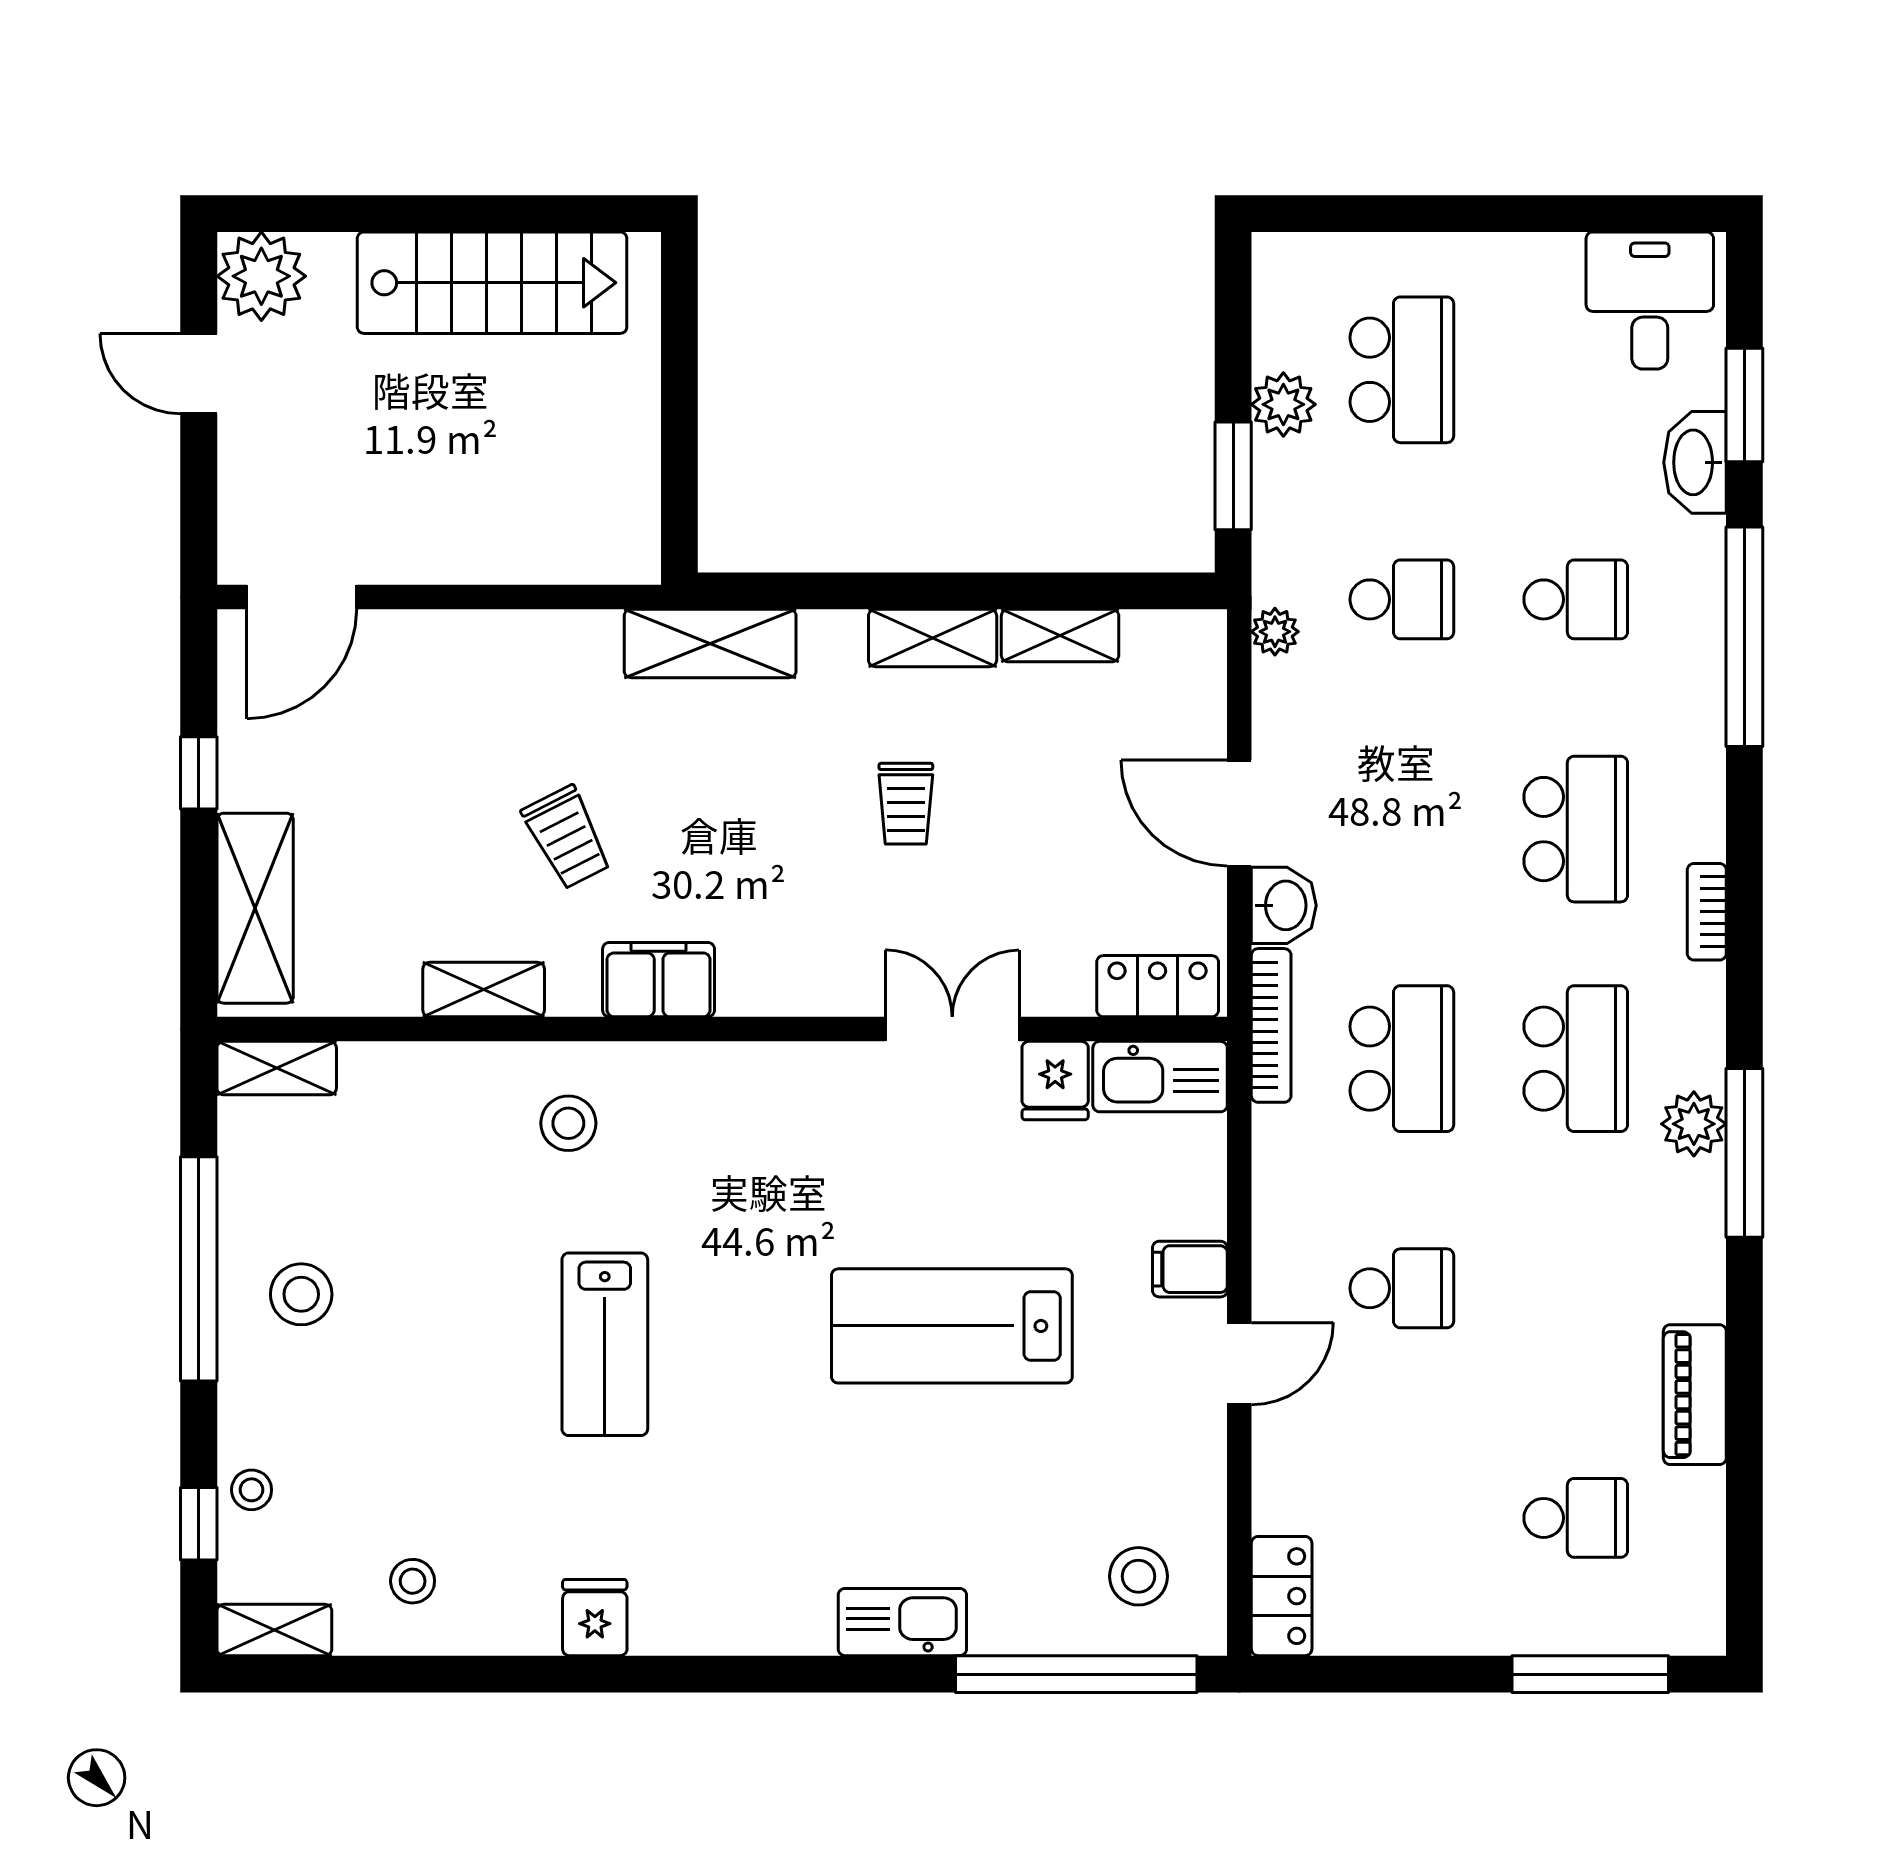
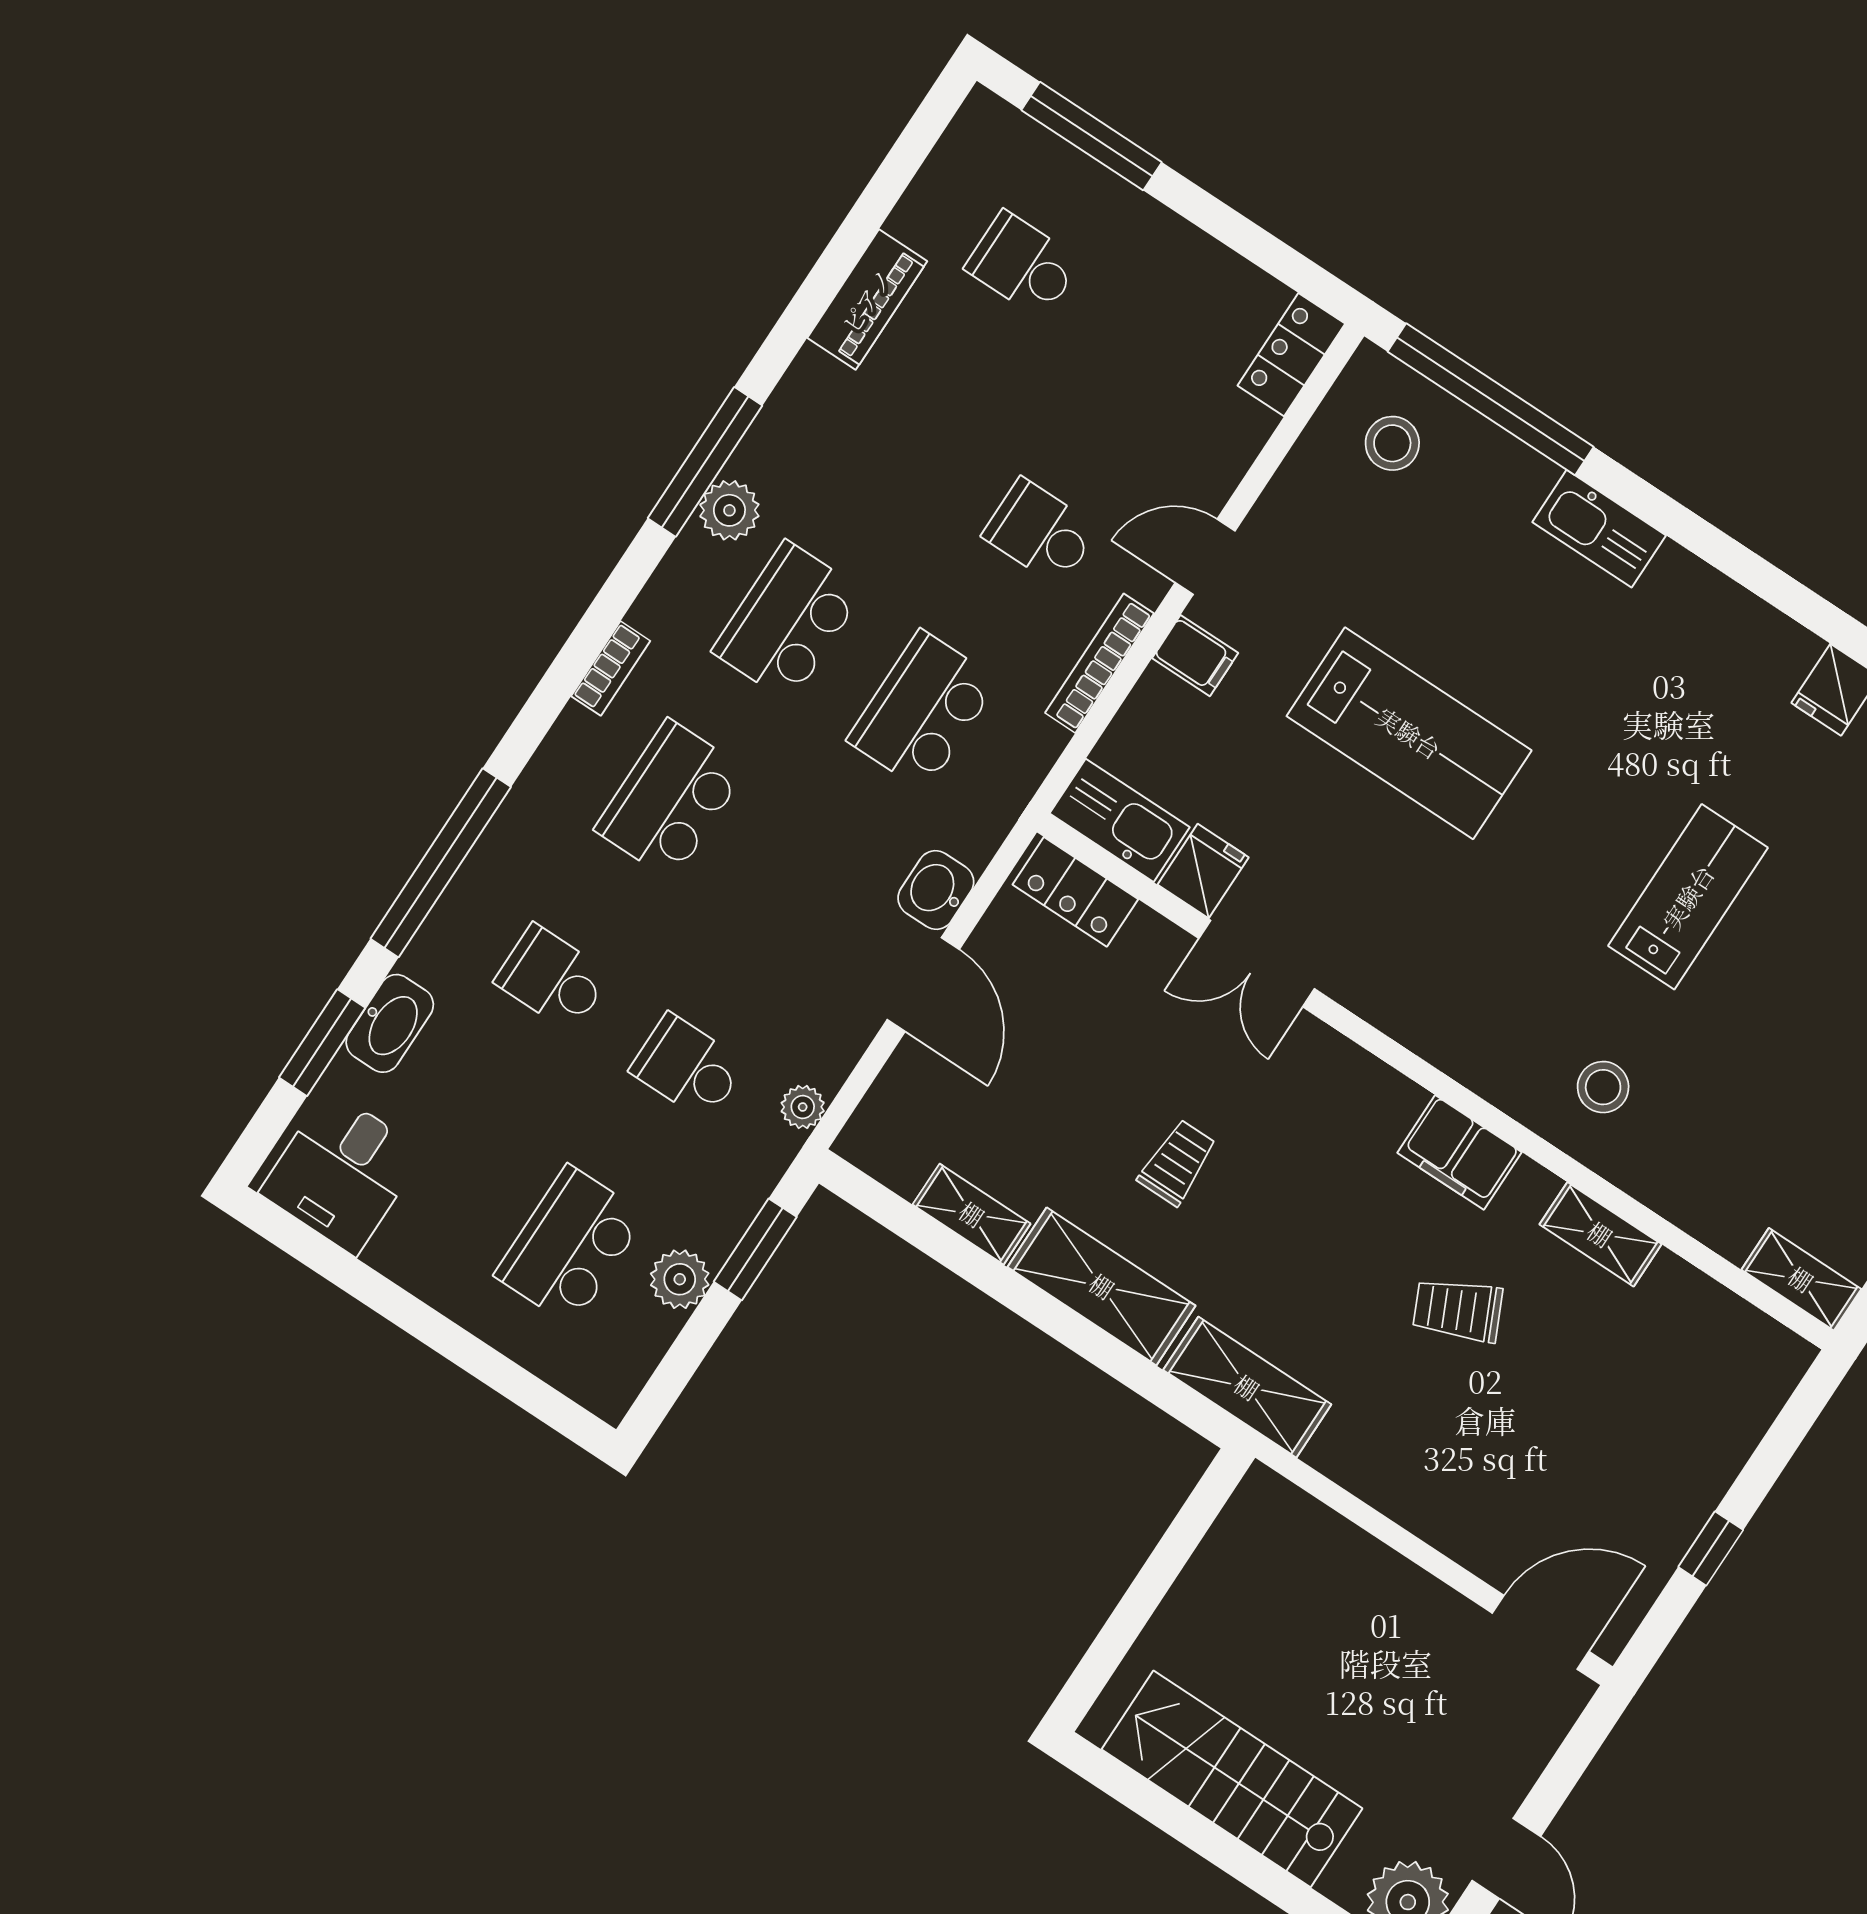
shelving: (933, 638) -> (1102, 1286), width x1.50, depth x1.33
trolley: (567, 837) -> (1458, 1310), turned -88
shelving: (255, 908) -> (1736, 1415), removed
bookcase: (1271, 1025) -> (1100, 663), moved

